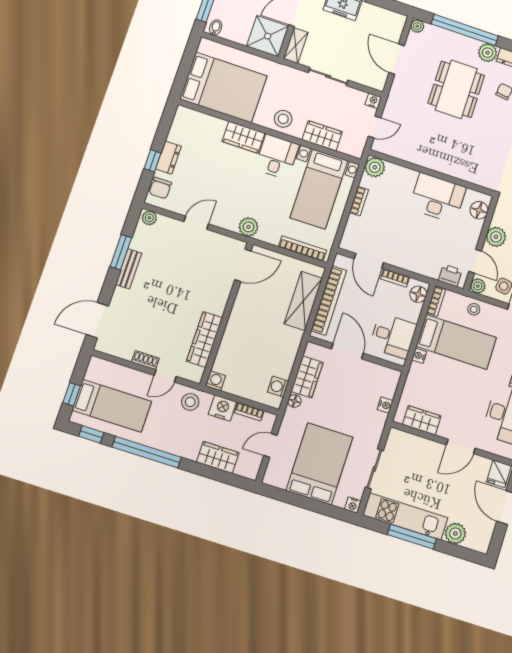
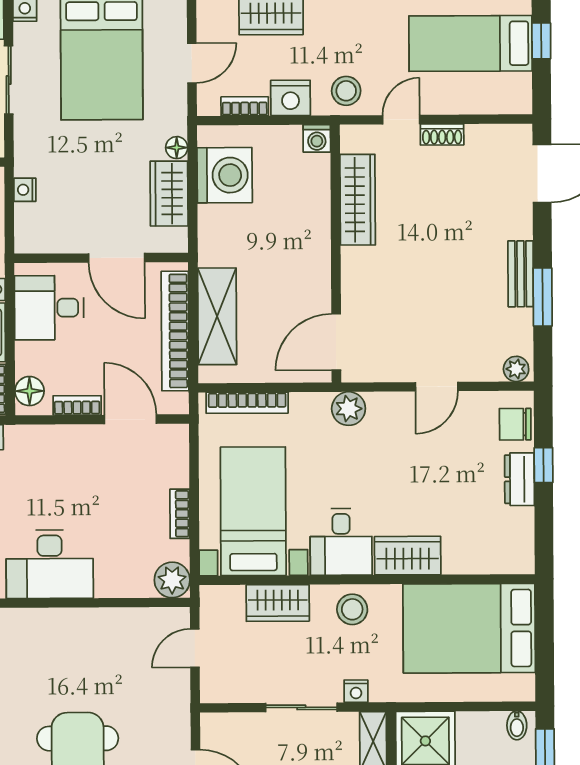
nightstand: (373, 101) -> (356, 691), moved
chair: (160, 188) -> (515, 424), turned -90
washing machine: (278, 387) -> (225, 175), width x1.89, depth x1.89

